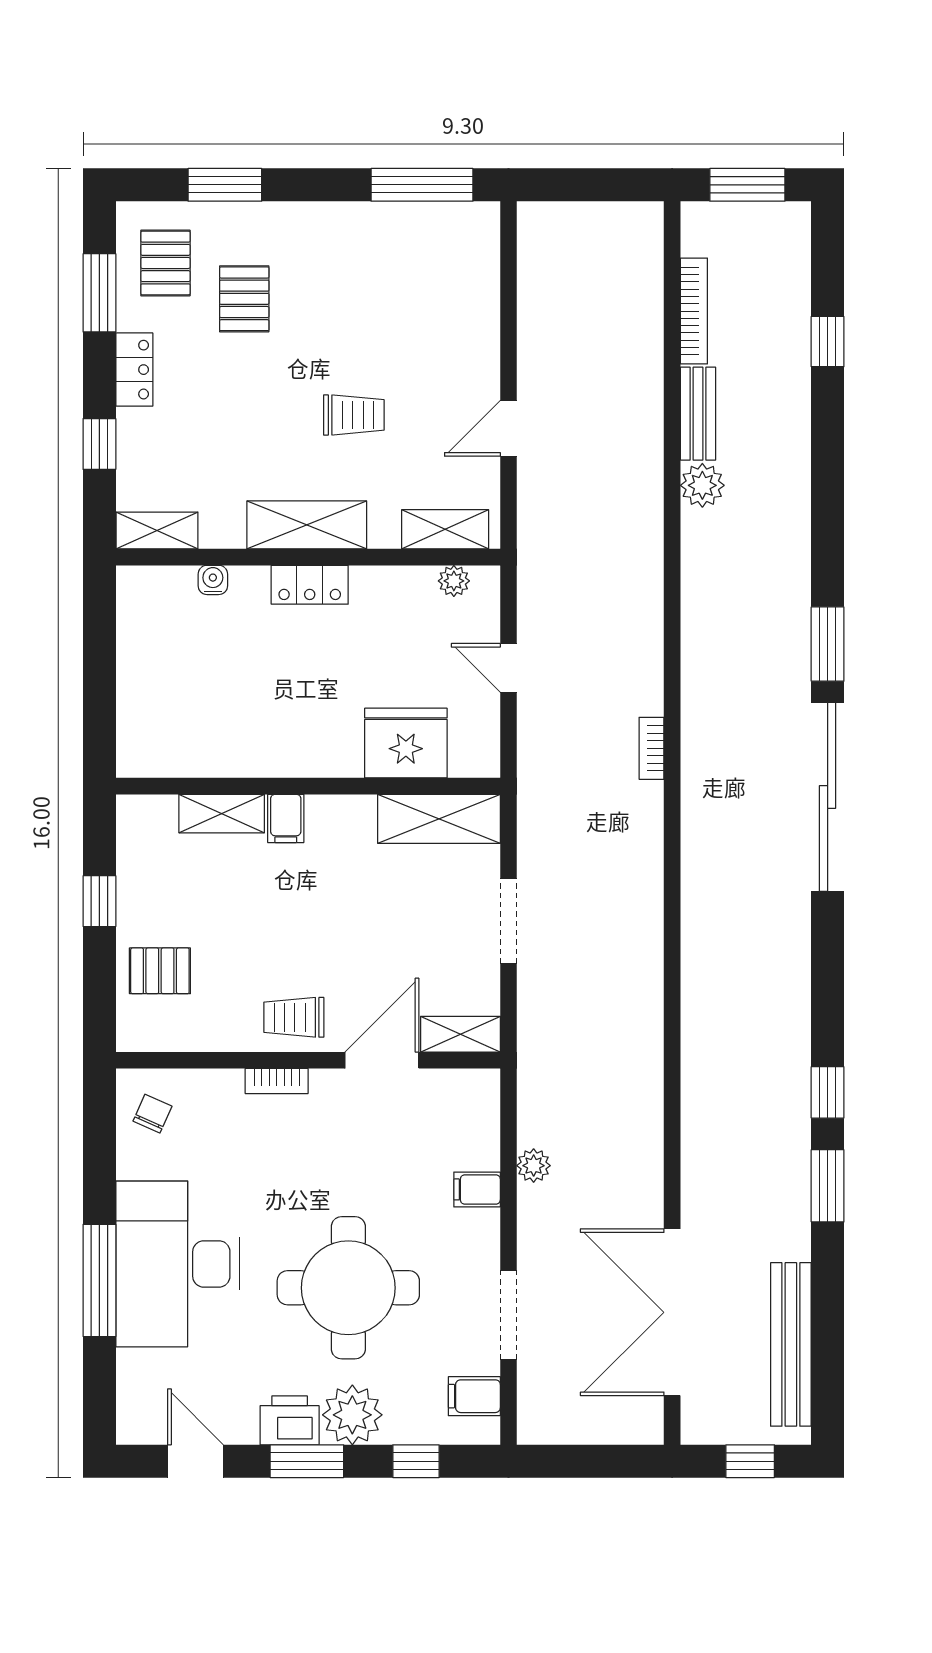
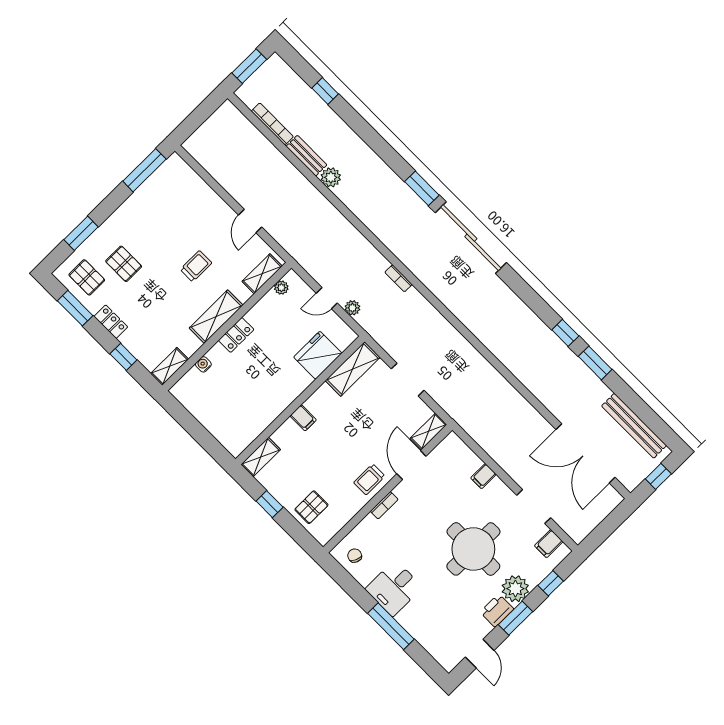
shelving: (222, 814) -> (261, 457), moved
plant: (534, 1166) -> (352, 308), moved
desk: (178, 1264) -> (394, 588), width x0.53, depth x0.77
door: (196, 1461) -> (480, 654), swing flipped

